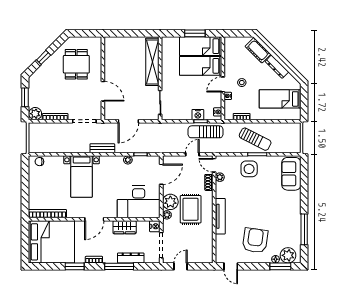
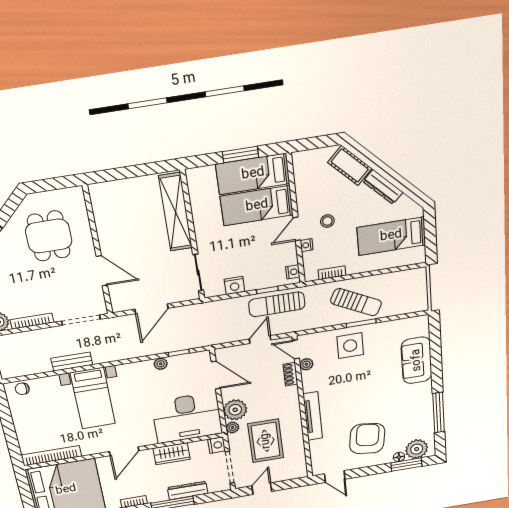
nightstand: (198, 115) -> (234, 285), moved
bench: (102, 148) -> (72, 362), moved
door: (161, 174) -> (216, 375), hinge flipped
sofa: (291, 174) -> (417, 360), moved
rug: (191, 209) -> (266, 441), moved

